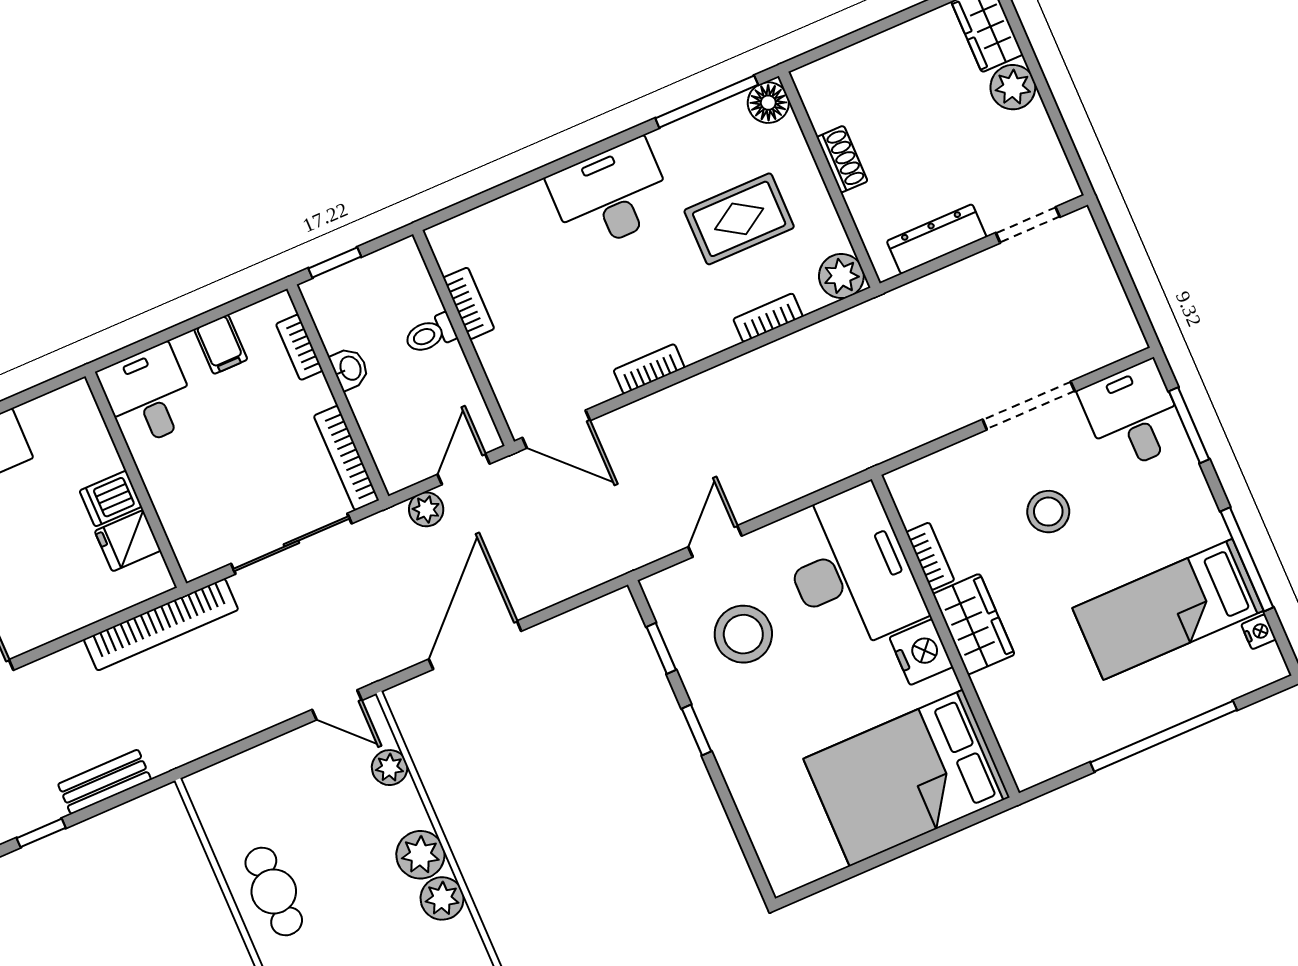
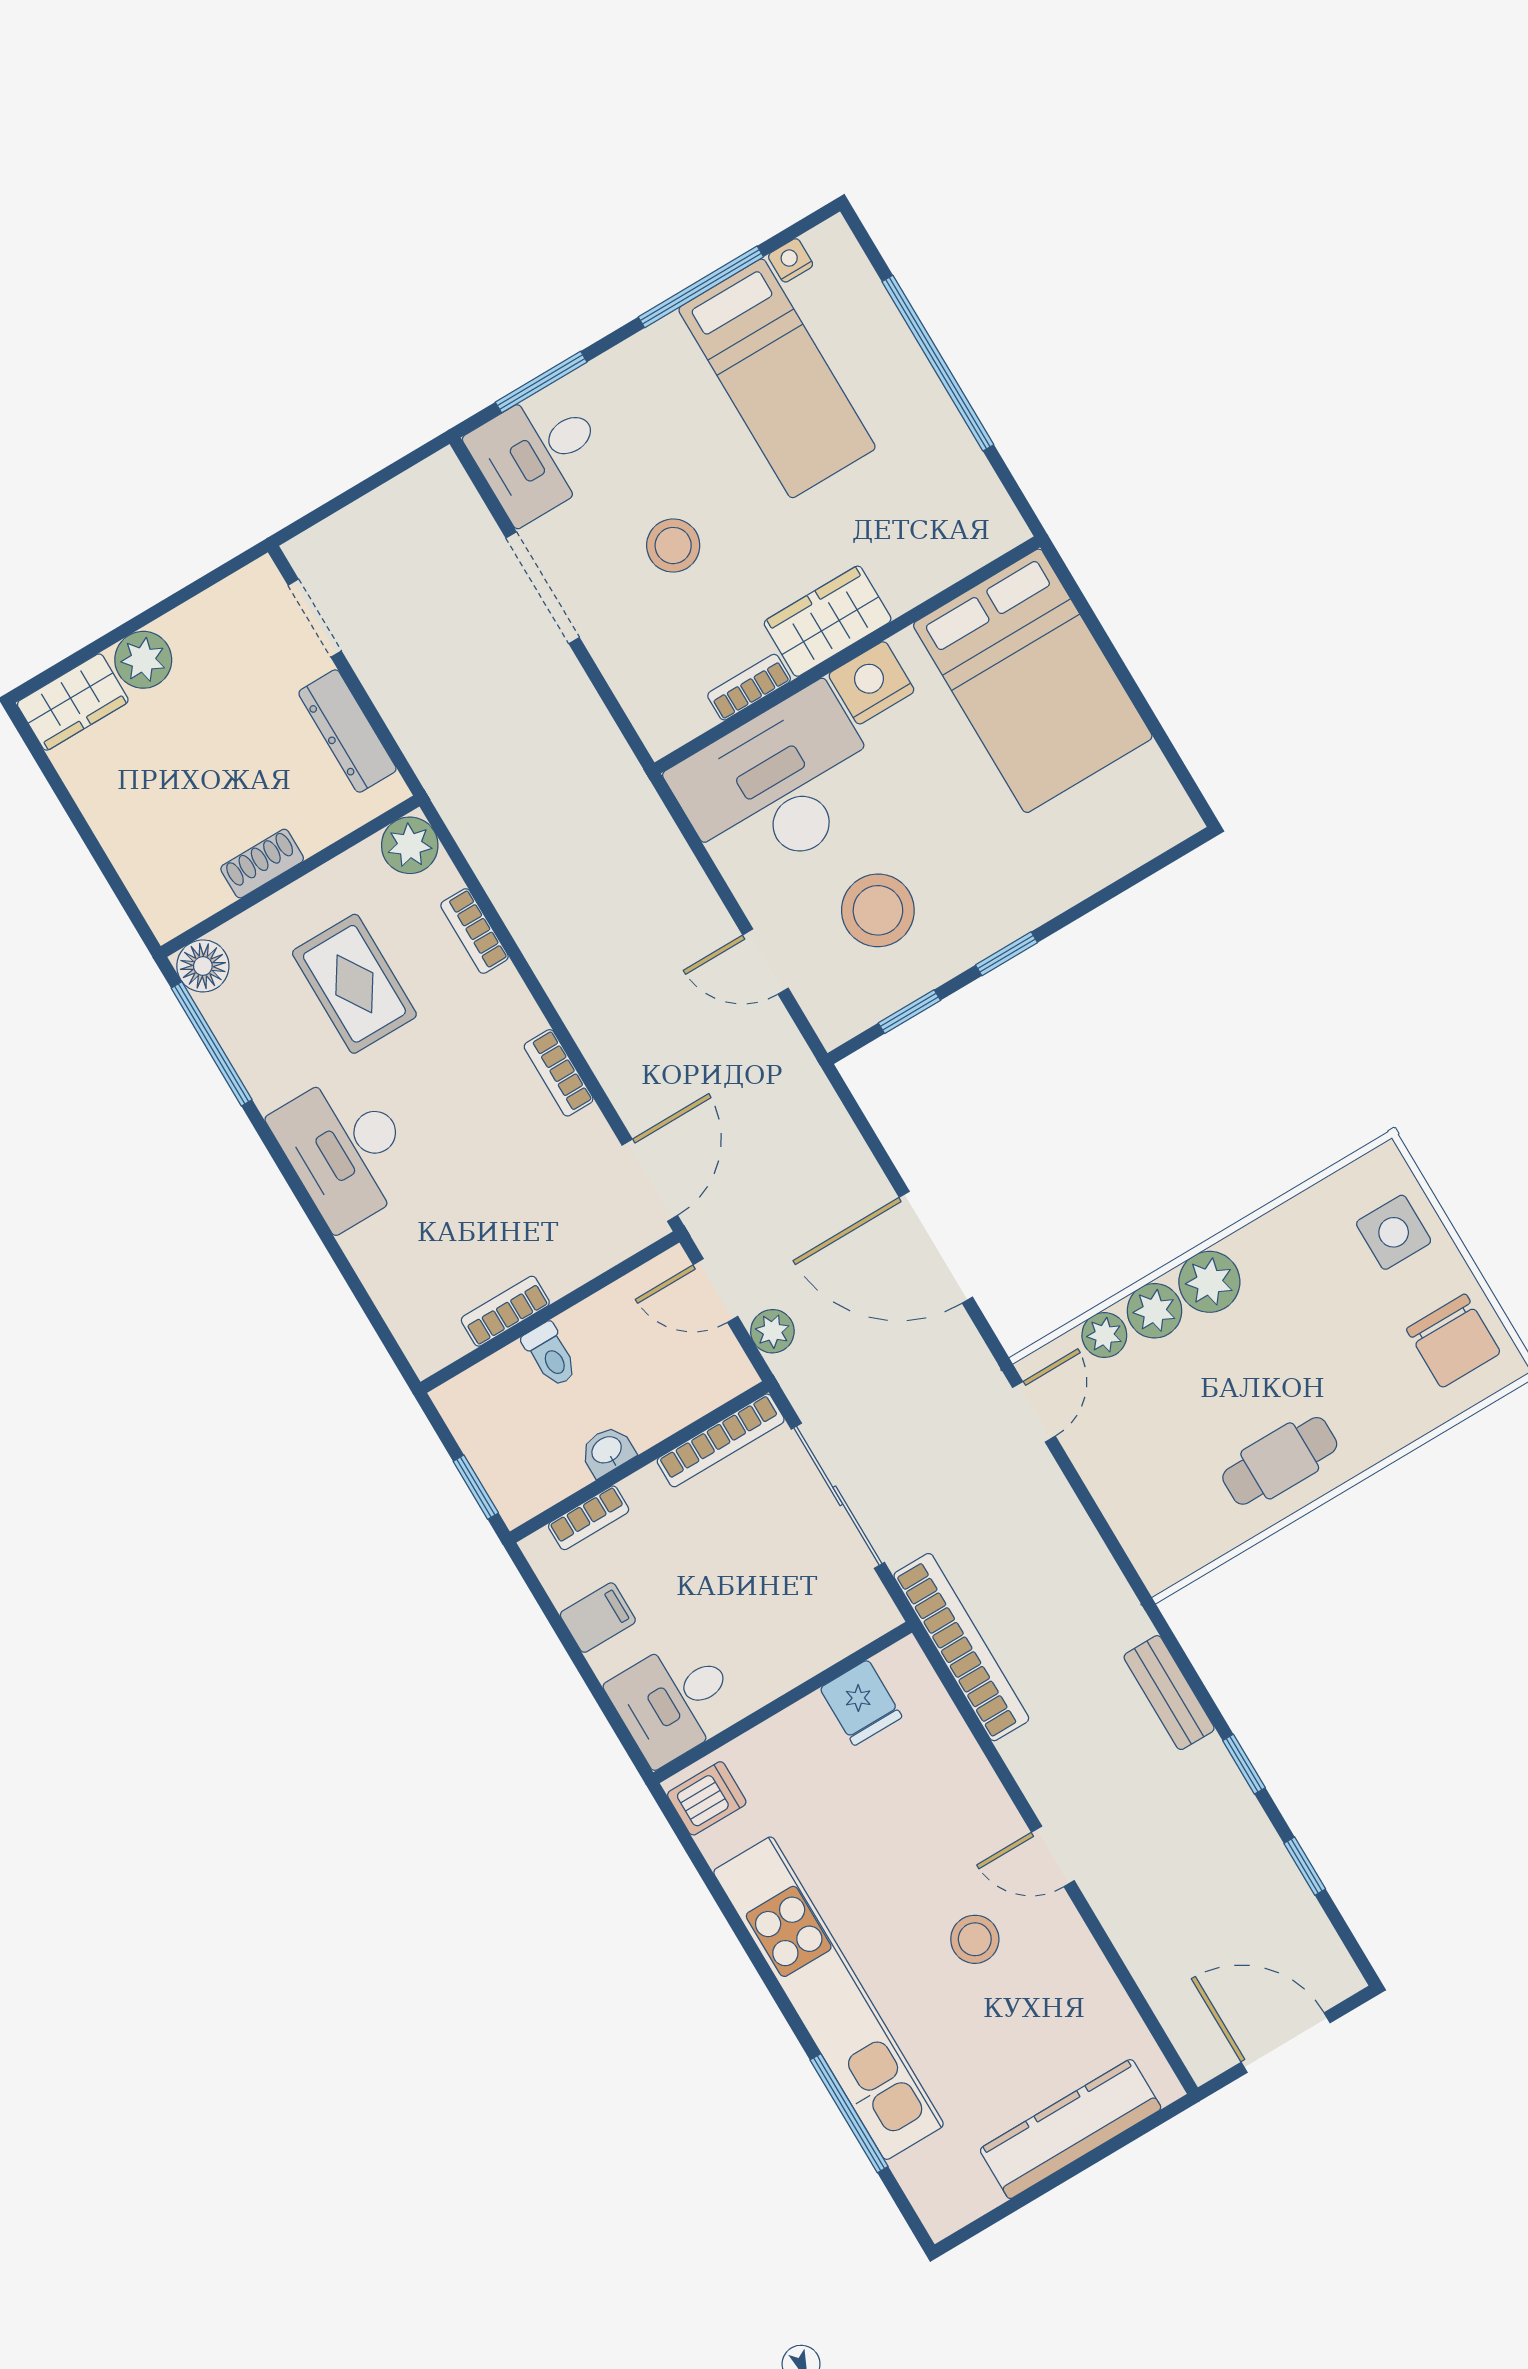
dishwasher: (111, 499) -> (707, 1798), moved, turned -90
plant: (442, 898) -> (1154, 1311), moved

